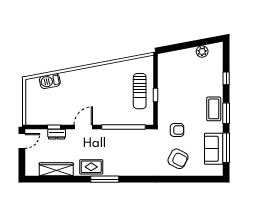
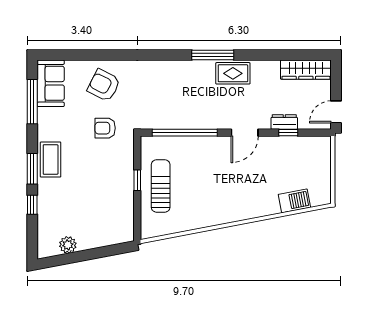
window: (226, 113) -> (32, 169), moved
sofa: (214, 149) -> (51, 83), moved
wardrobe: (56, 169) -> (306, 70), moved

